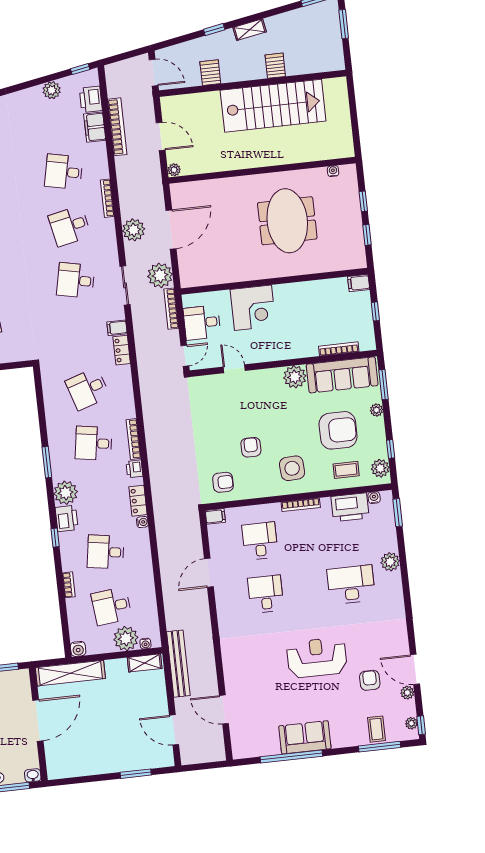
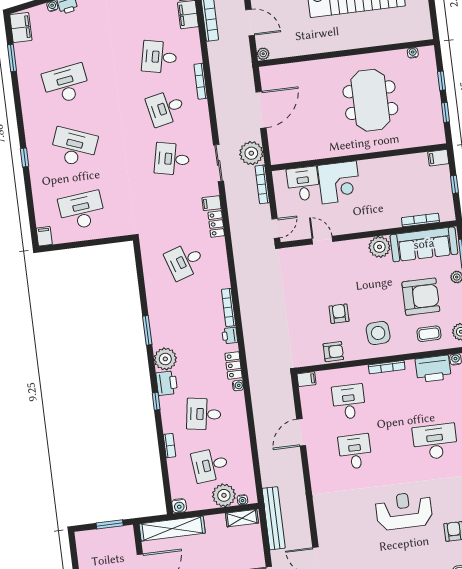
plant: (134, 230) -> (226, 111), removed
desk: (202, 323) -> (303, 184), moved, turned 90
desk: (94, 443) -> (191, 312), removed
armchair: (223, 482) -> (333, 352), moved

